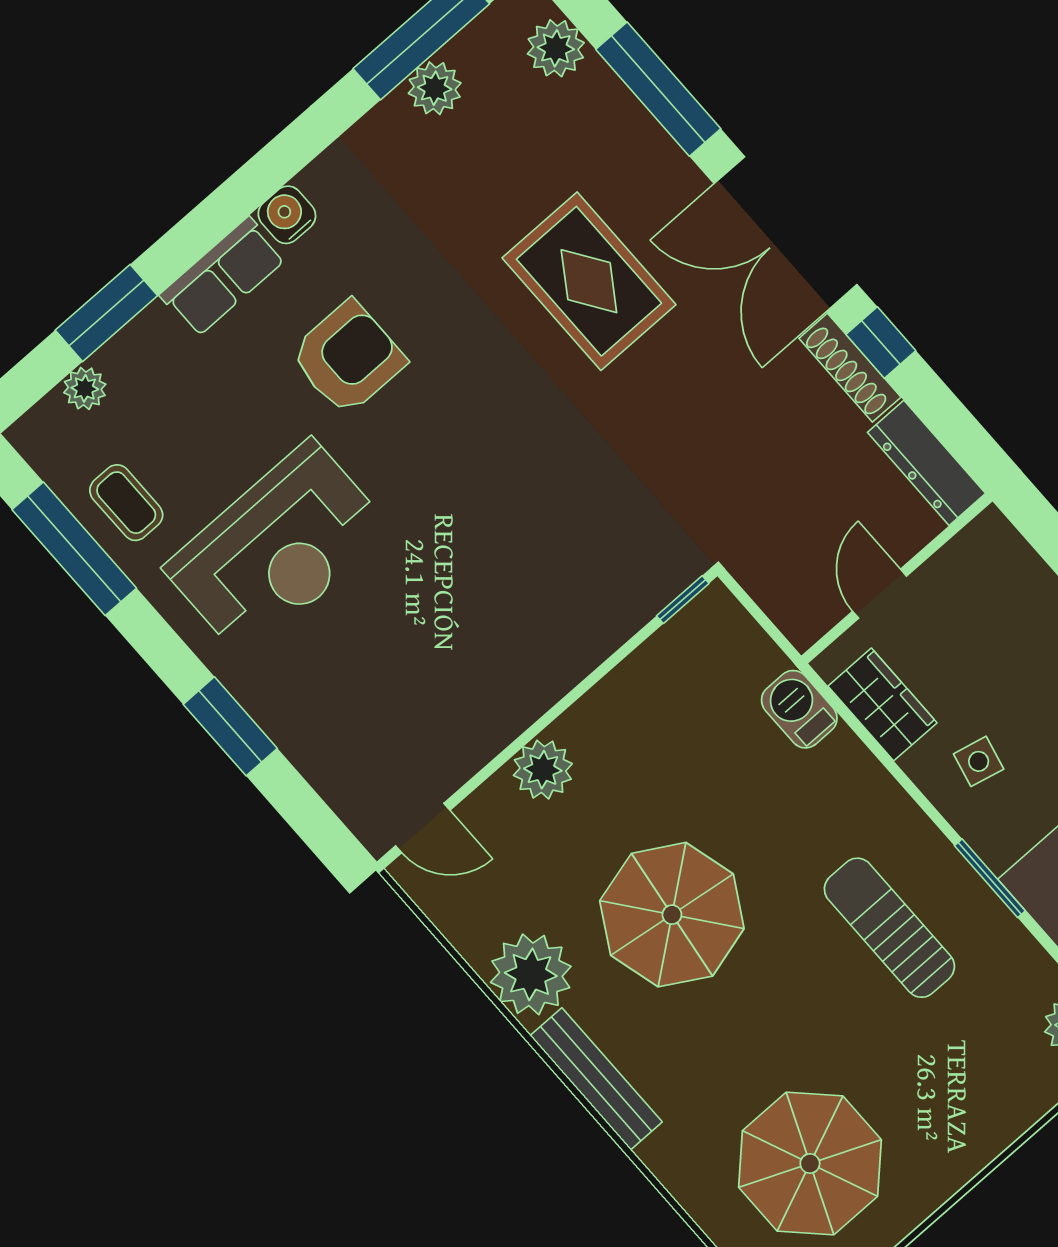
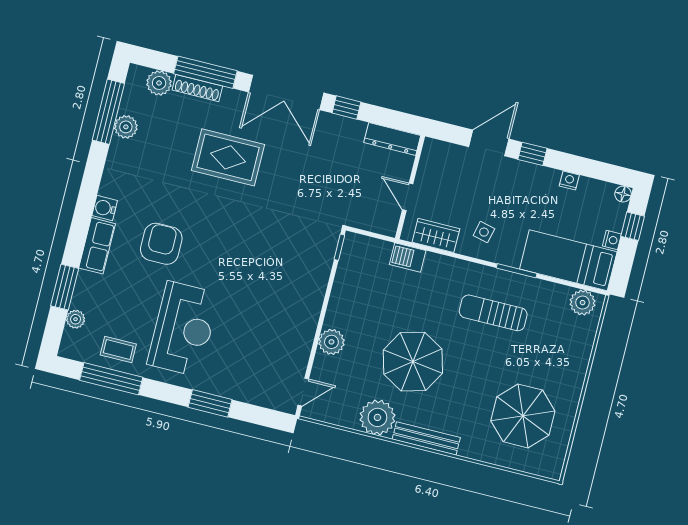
shoe rack: (850, 368) -> (197, 88), moved

